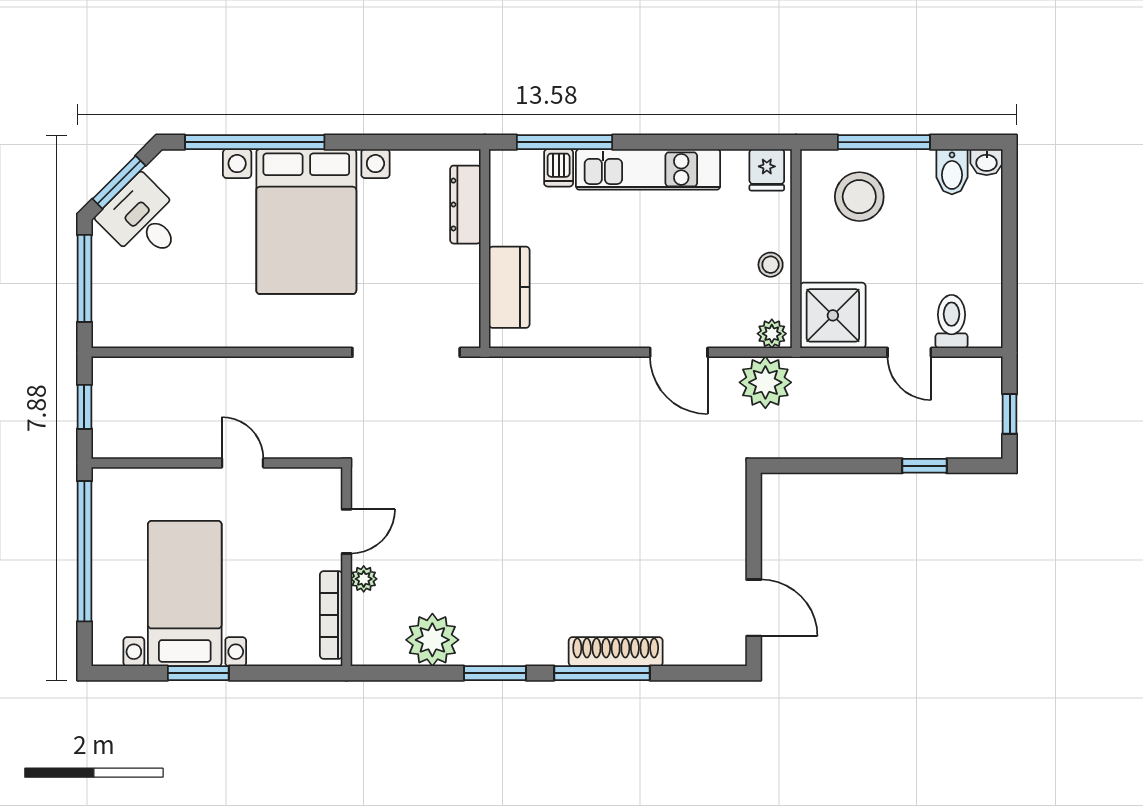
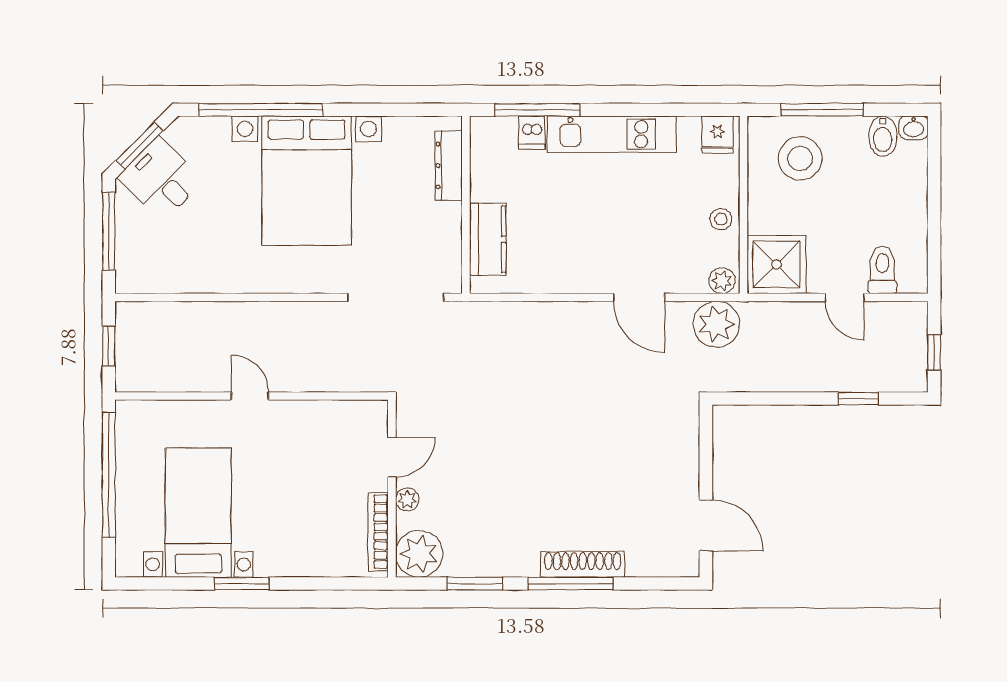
door: (347, 531) -> (392, 457), moved
wall: (347, 567) -> (392, 489), moved
plant: (364, 579) -> (407, 499), moved
bookcase: (331, 615) -> (378, 532), moved
window: (198, 673) -> (242, 584), moved

